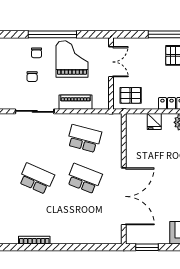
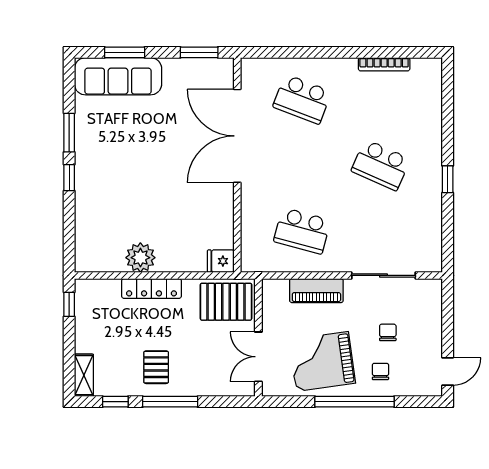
grand piano: (72, 59) -> (322, 361), turned 82
pallet: (131, 95) -> (226, 302), width x1.50, depth x1.42
fridge: (154, 121) -> (221, 261), moved, turned -90
school desk: (84, 179) -> (302, 99), moved

